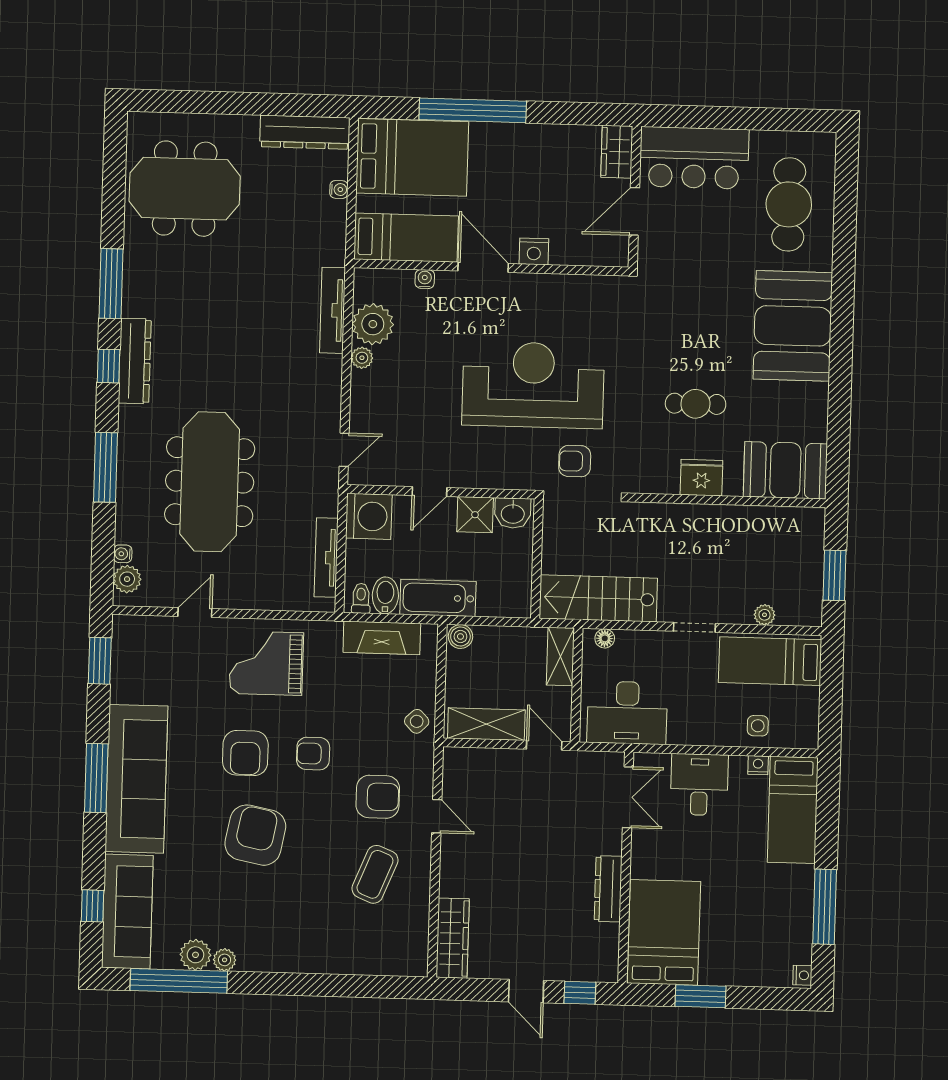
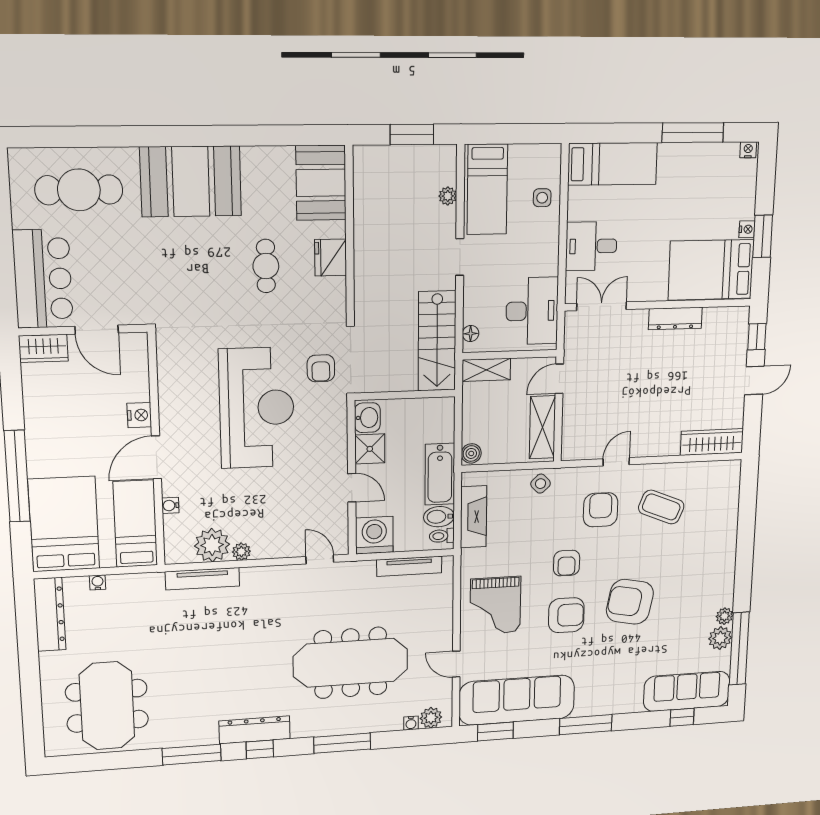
reception desk: (533, 385) -> (257, 408), turned 180
nightstand: (758, 765) -> (747, 229), moved, turned 180
sofa: (136, 779) -> (517, 700), moved

